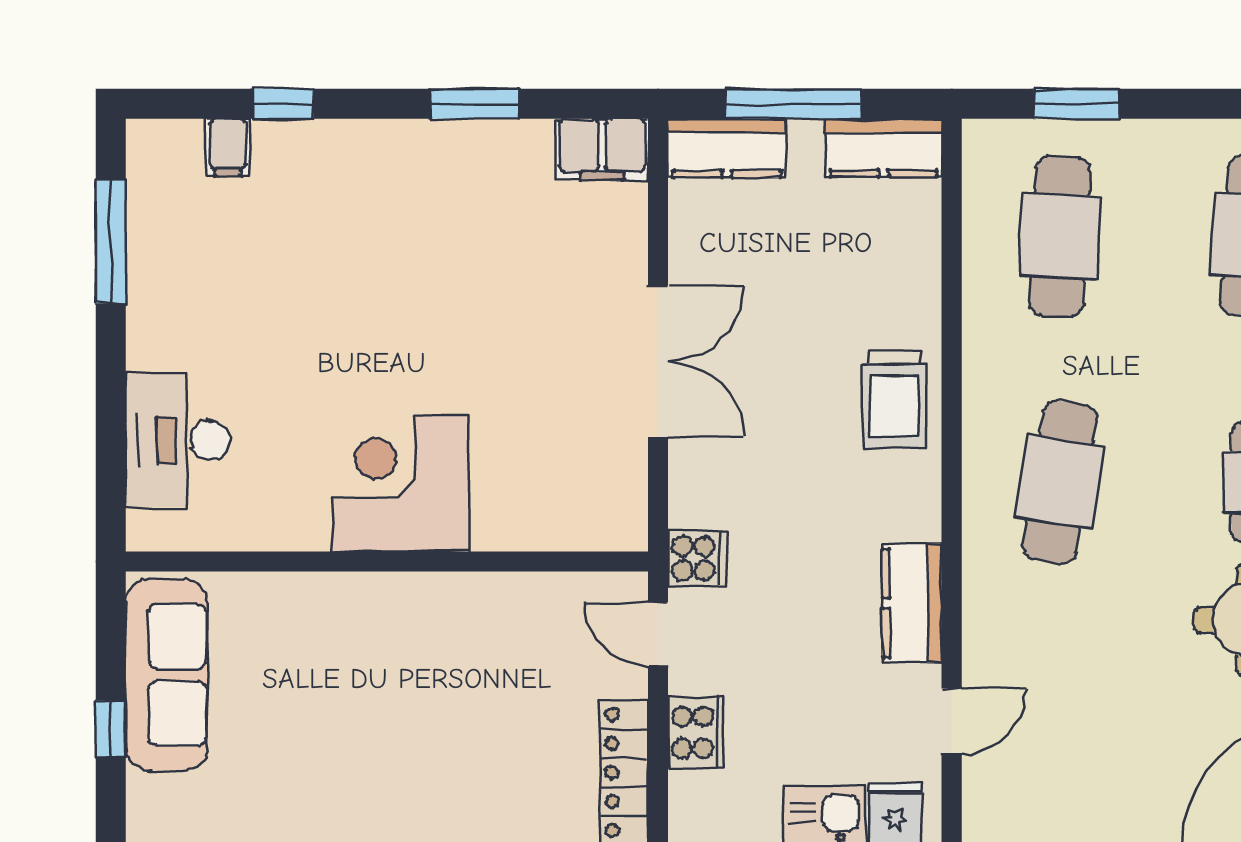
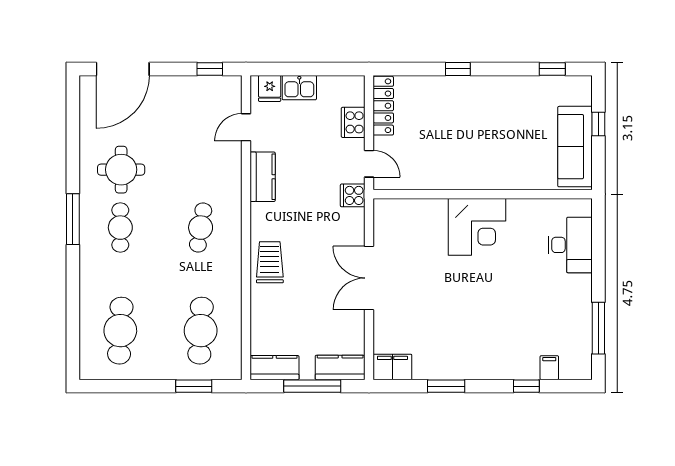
cafe table: (1060, 482) -> (201, 228), width x0.73, depth x0.74

